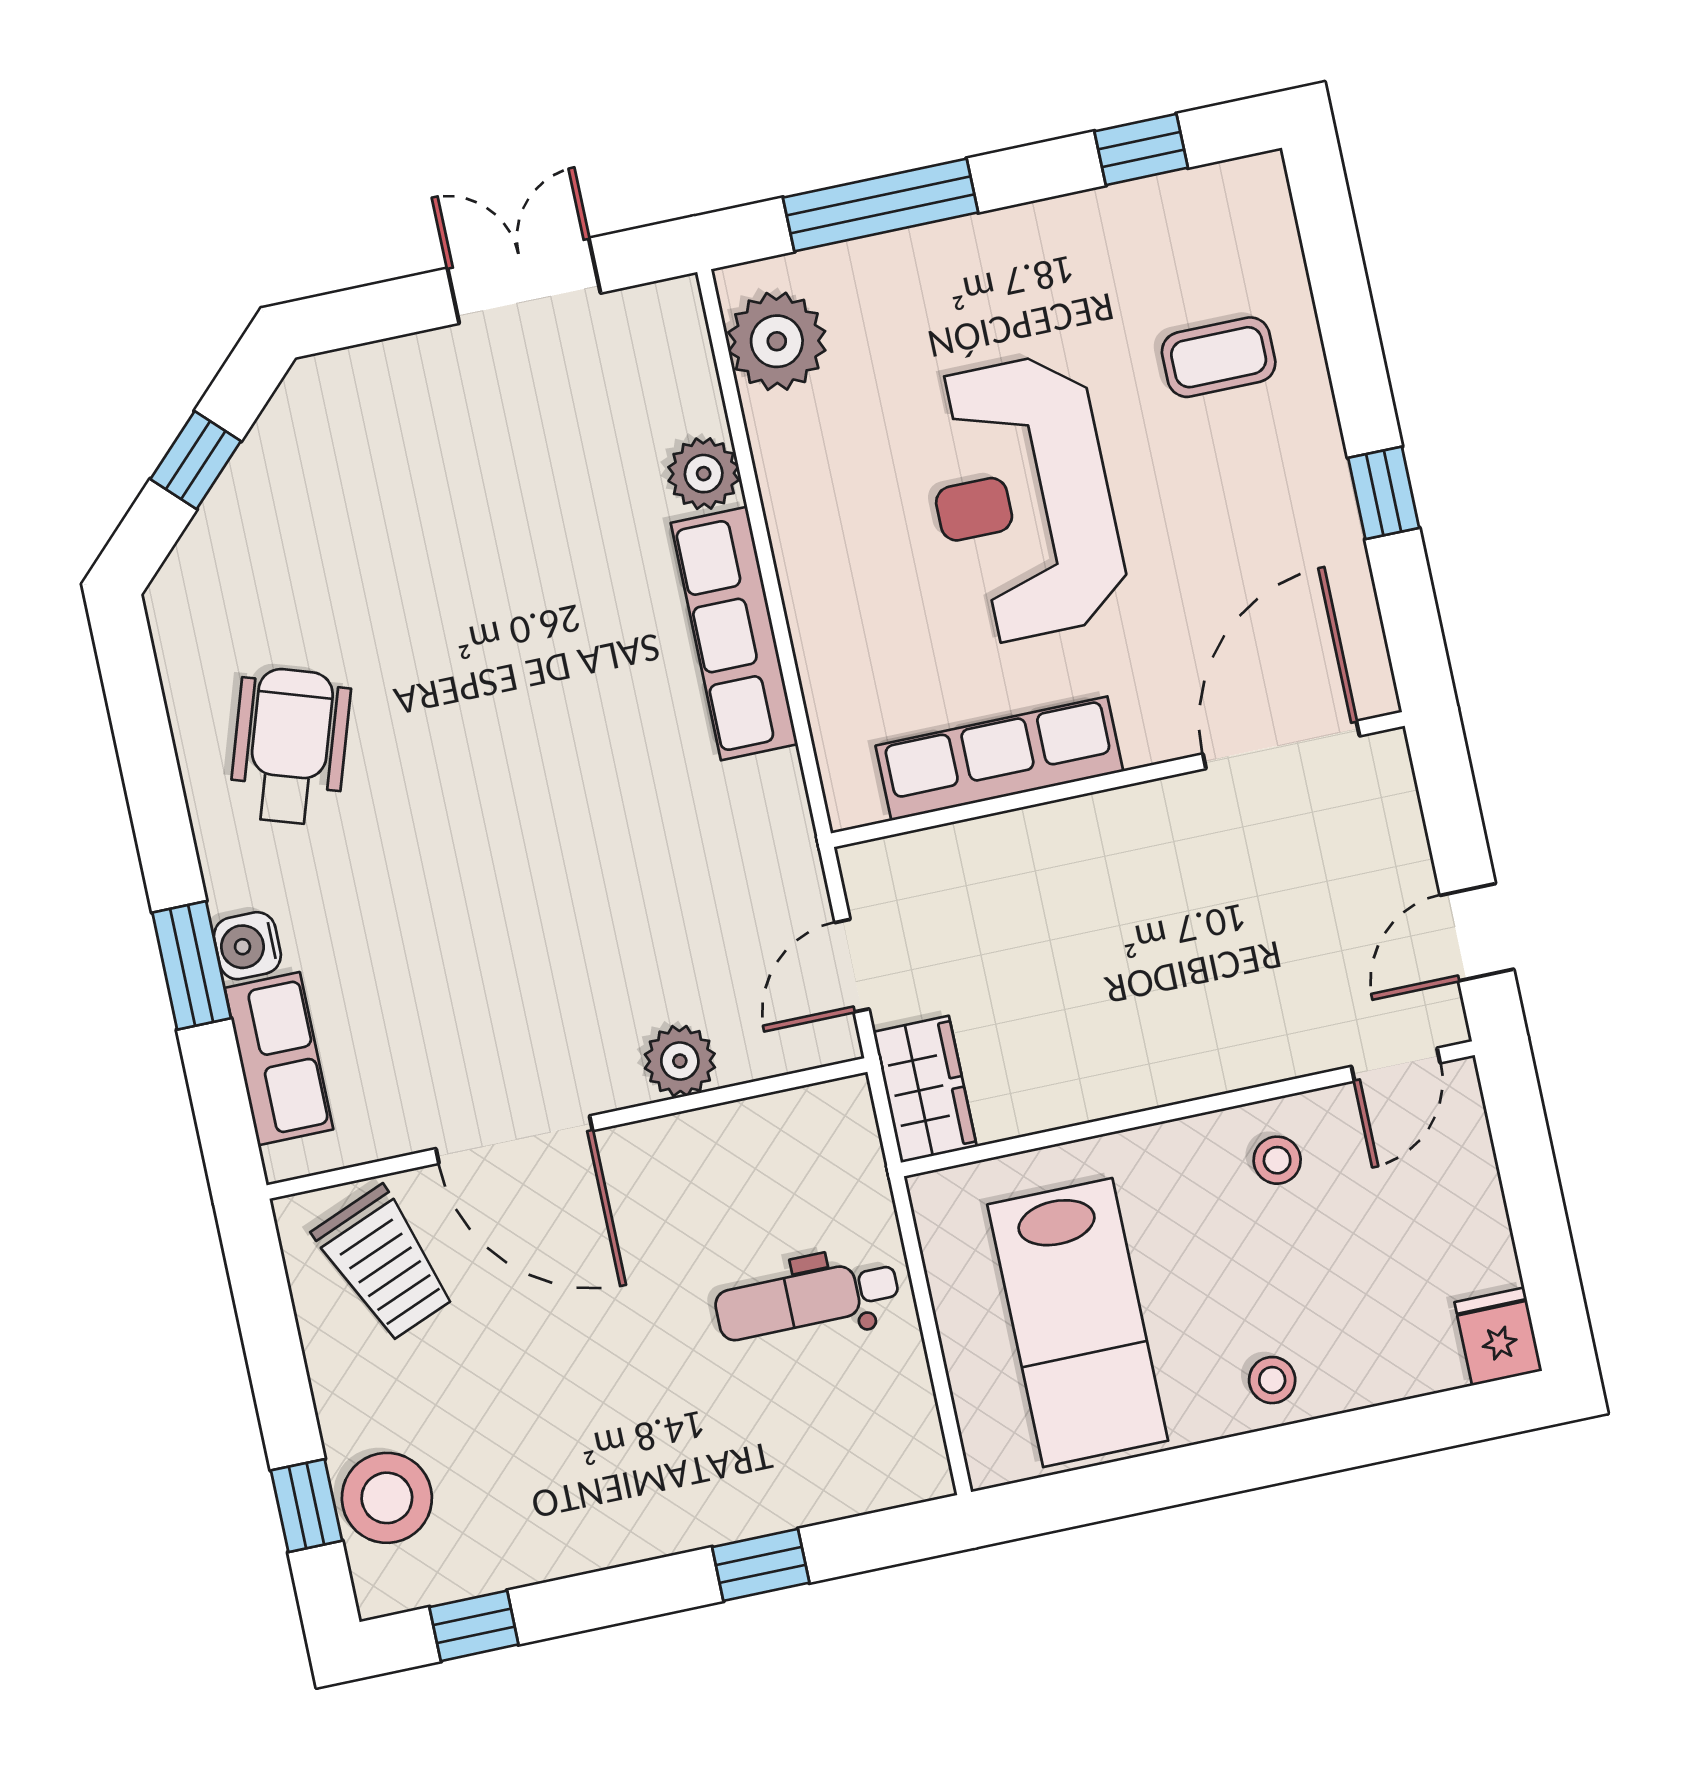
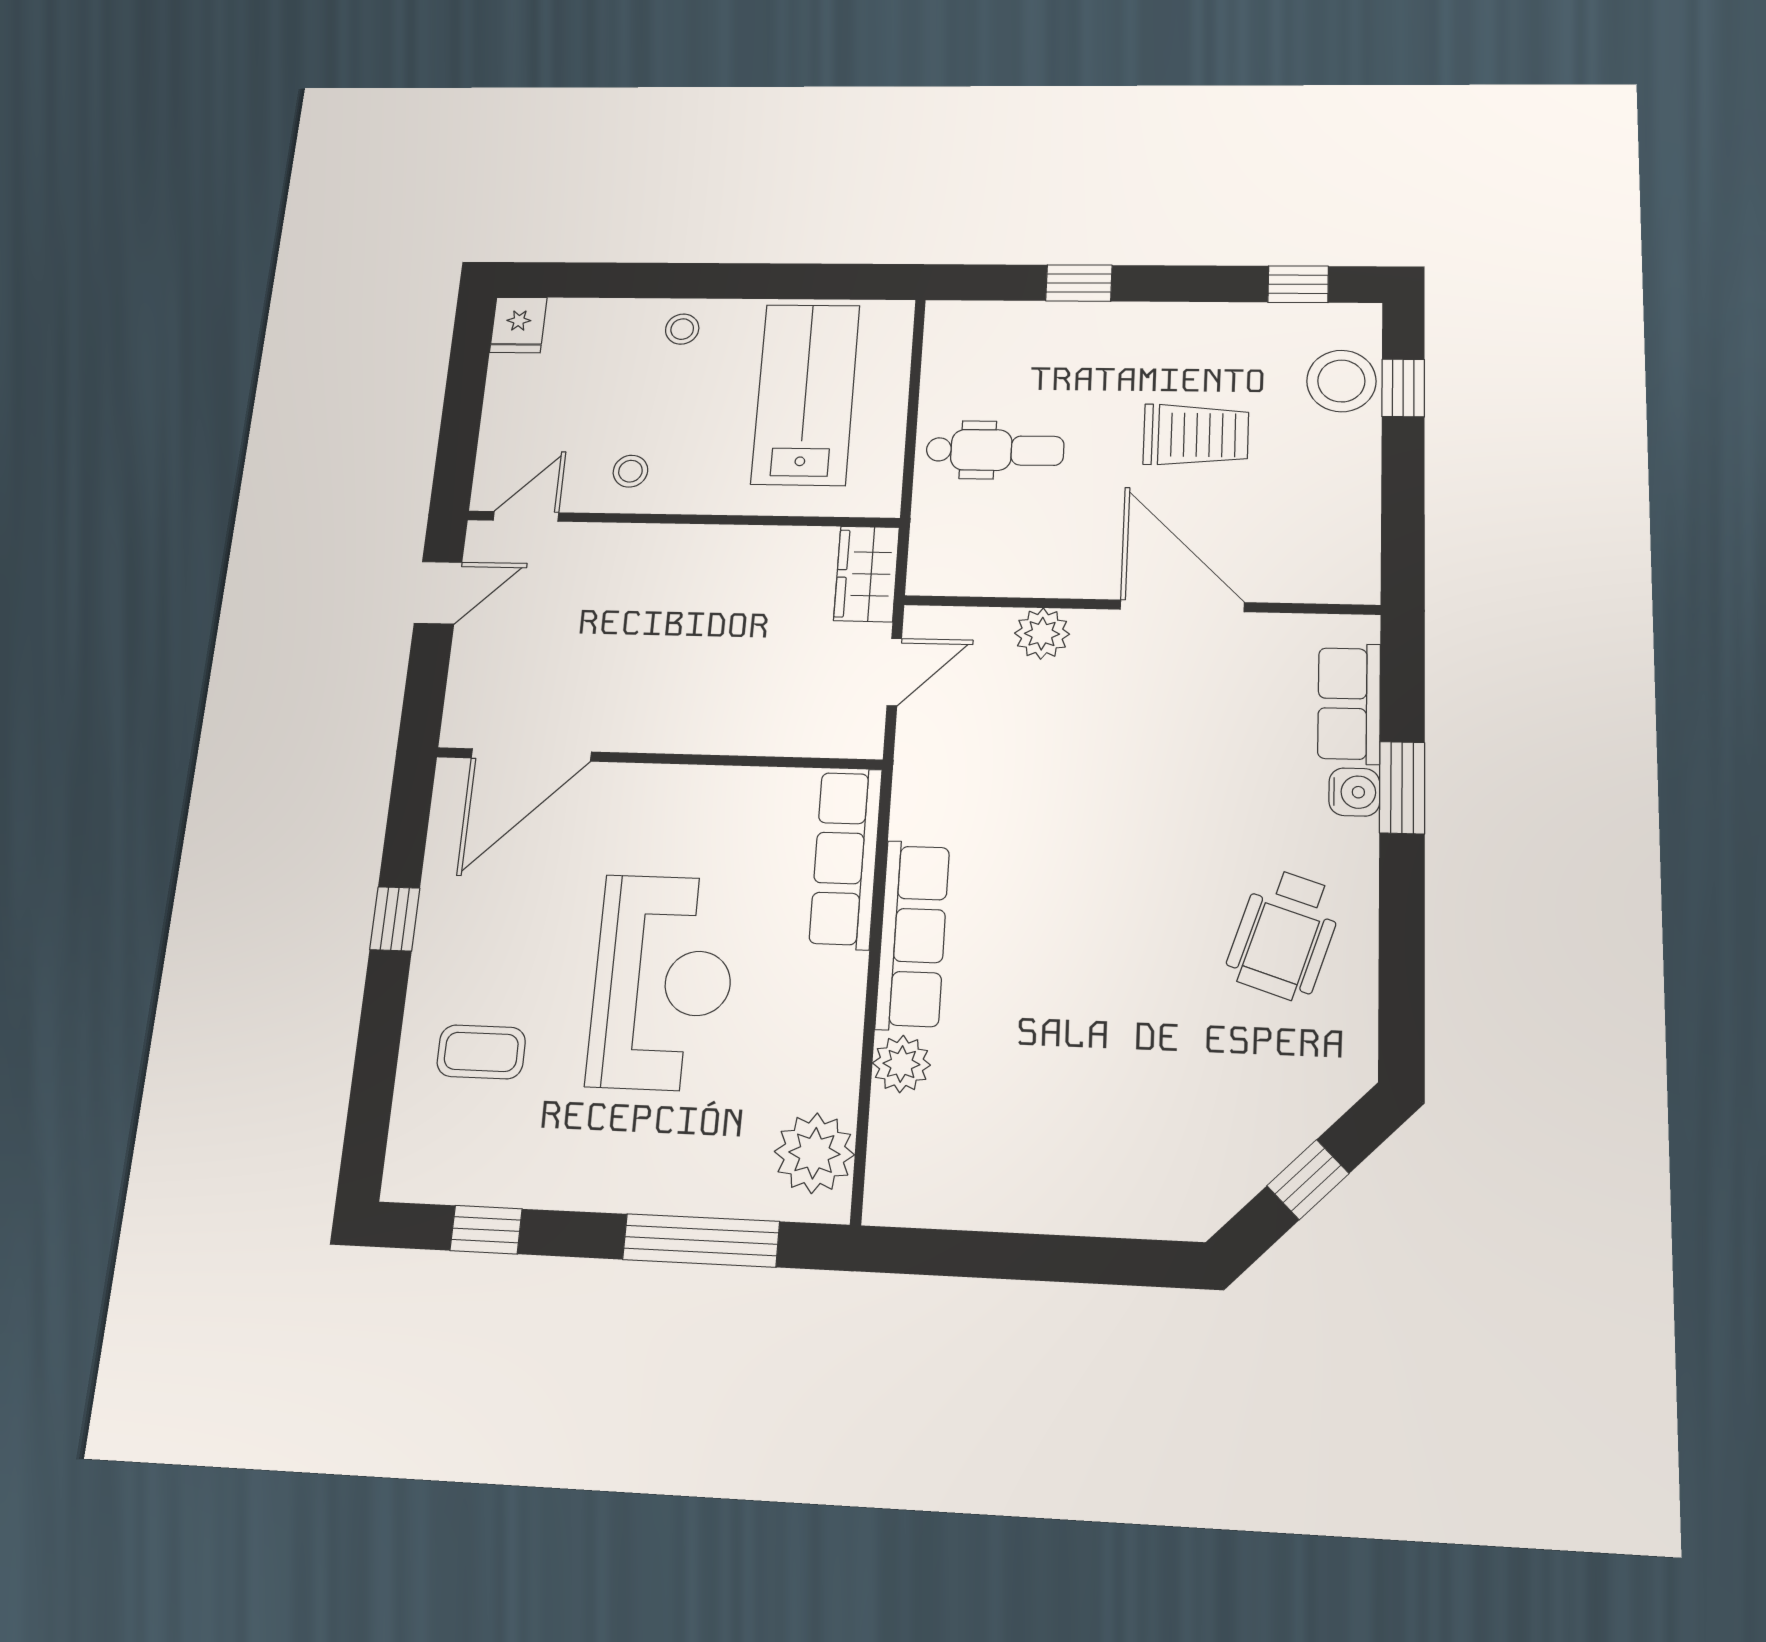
double door: (524, 281) -> (1002, 1256), removed
row of seats: (999, 759) -> (846, 858), moved, turned 90
trolley: (384, 1264) -> (1196, 435), moved, turned 112

